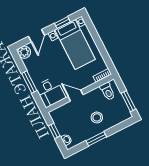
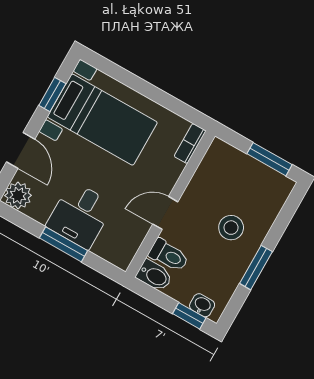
toilet: (108, 91) -> (169, 255), moved
desk: (50, 92) -> (80, 215), moved, turned 90
bidet: (56, 117) -> (154, 276), added
window: (54, 131) -> (189, 316), moved

